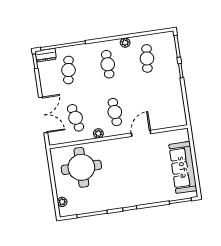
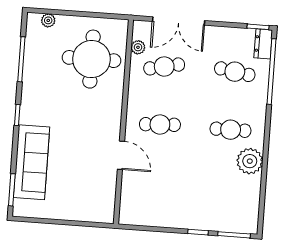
plant: (125, 43) -> (250, 161), width x1.88, depth x1.88
cafe table: (147, 58) -> (226, 188), removed
plant: (98, 133) -> (138, 47), moved
sofa: (183, 167) -> (32, 162), moved, turned 90

